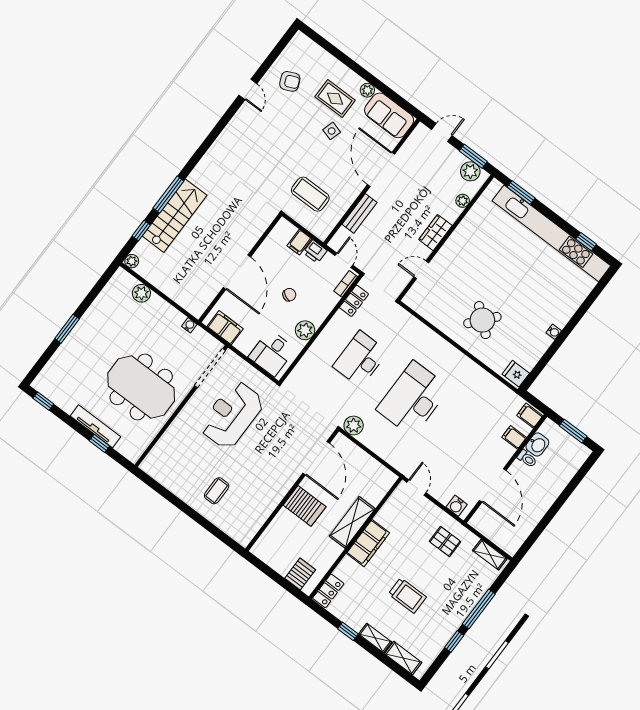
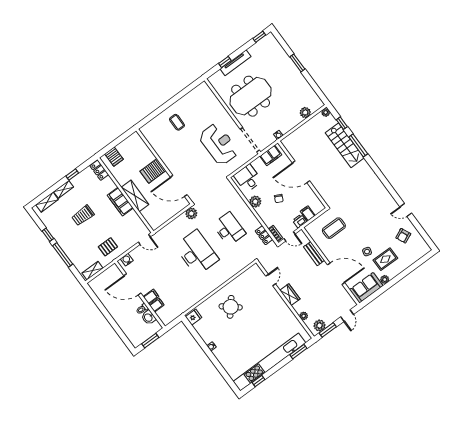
filing cabinet: (530, 416) -> (151, 297), moved

